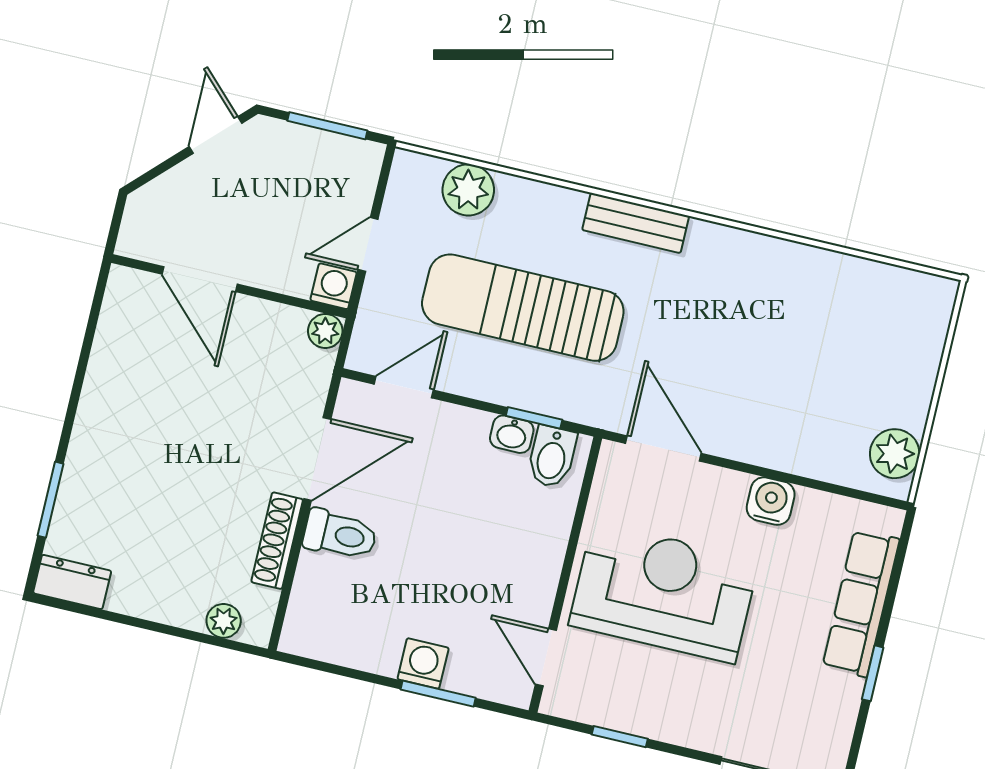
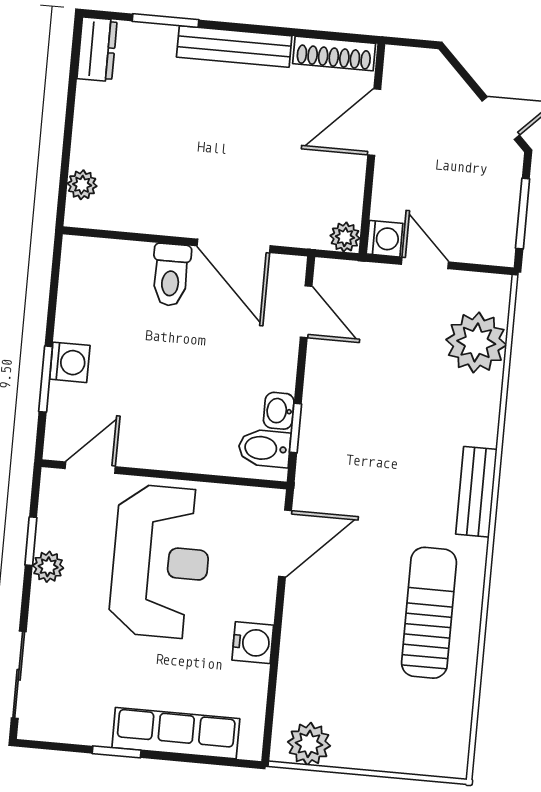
plant: (468, 190) -> (476, 342), width x1.36, depth x1.36
sun lounger: (523, 308) -> (429, 613), moved, width x0.73, depth x0.75
bench: (91, 426) -> (234, 46), added
shoe rack: (277, 541) -> (334, 53), moved, turned 180
plant: (652, 721) -> (48, 567), added

